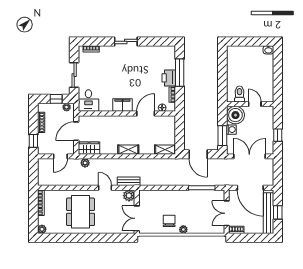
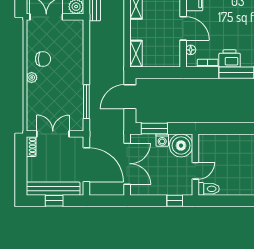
toilet: (239, 94) -> (209, 189), moved
window: (278, 135) -> (175, 201), moved
door: (250, 188) -> (86, 165), swing flipped

